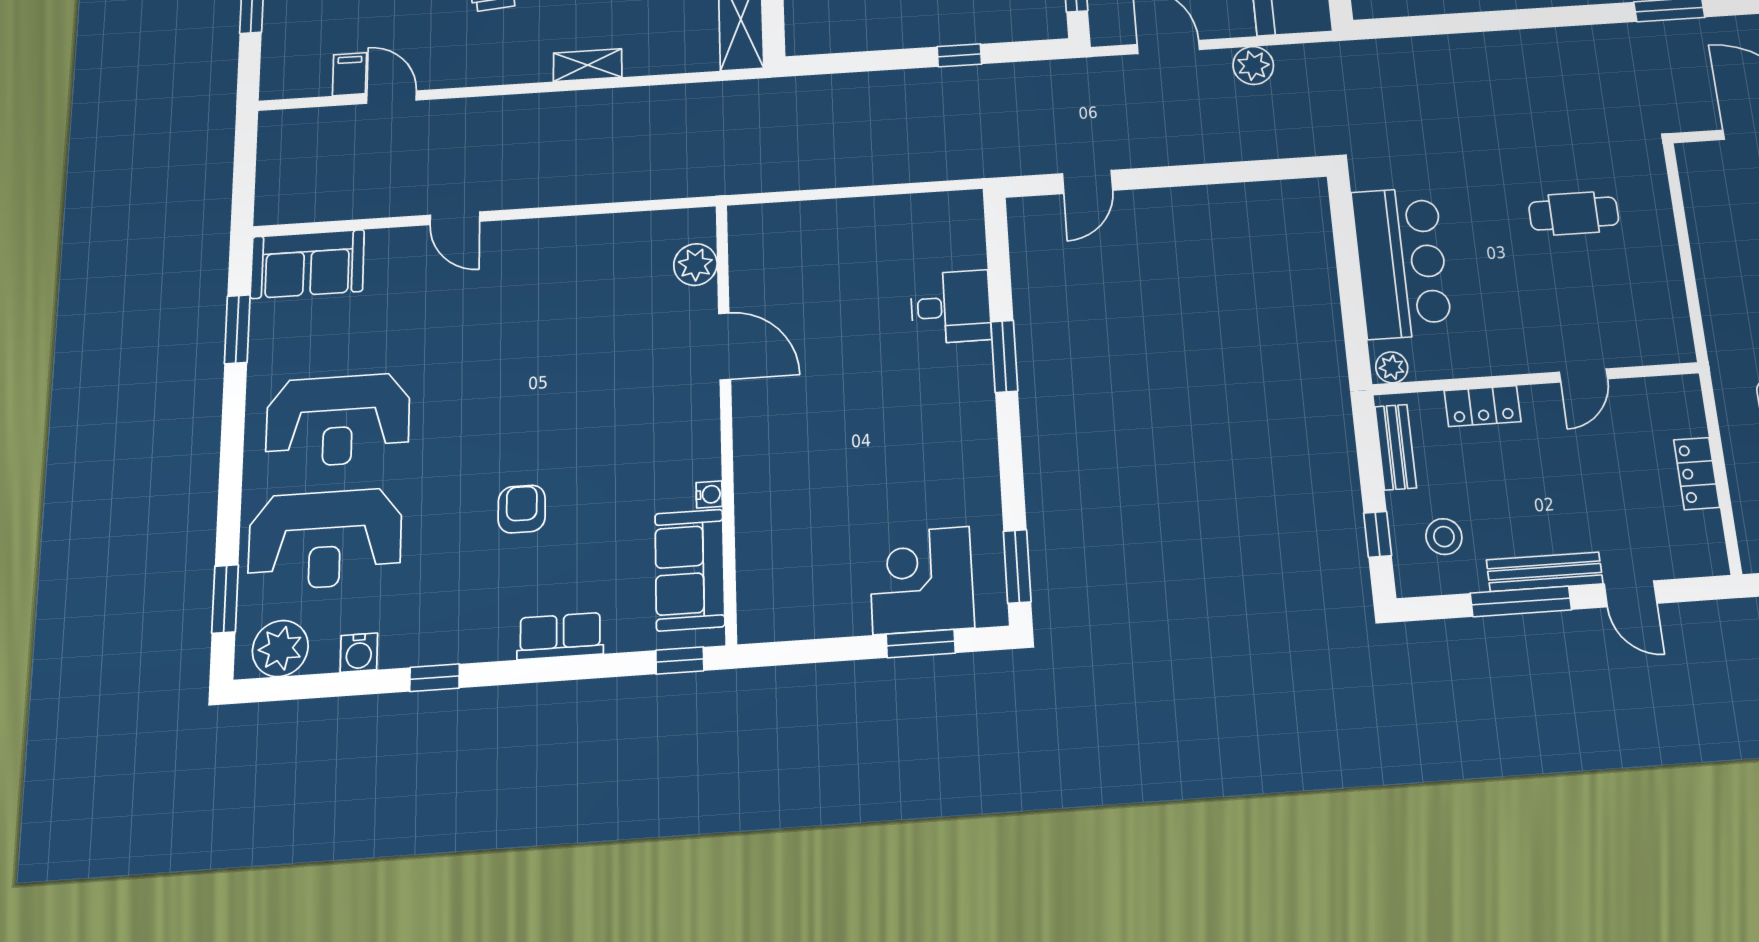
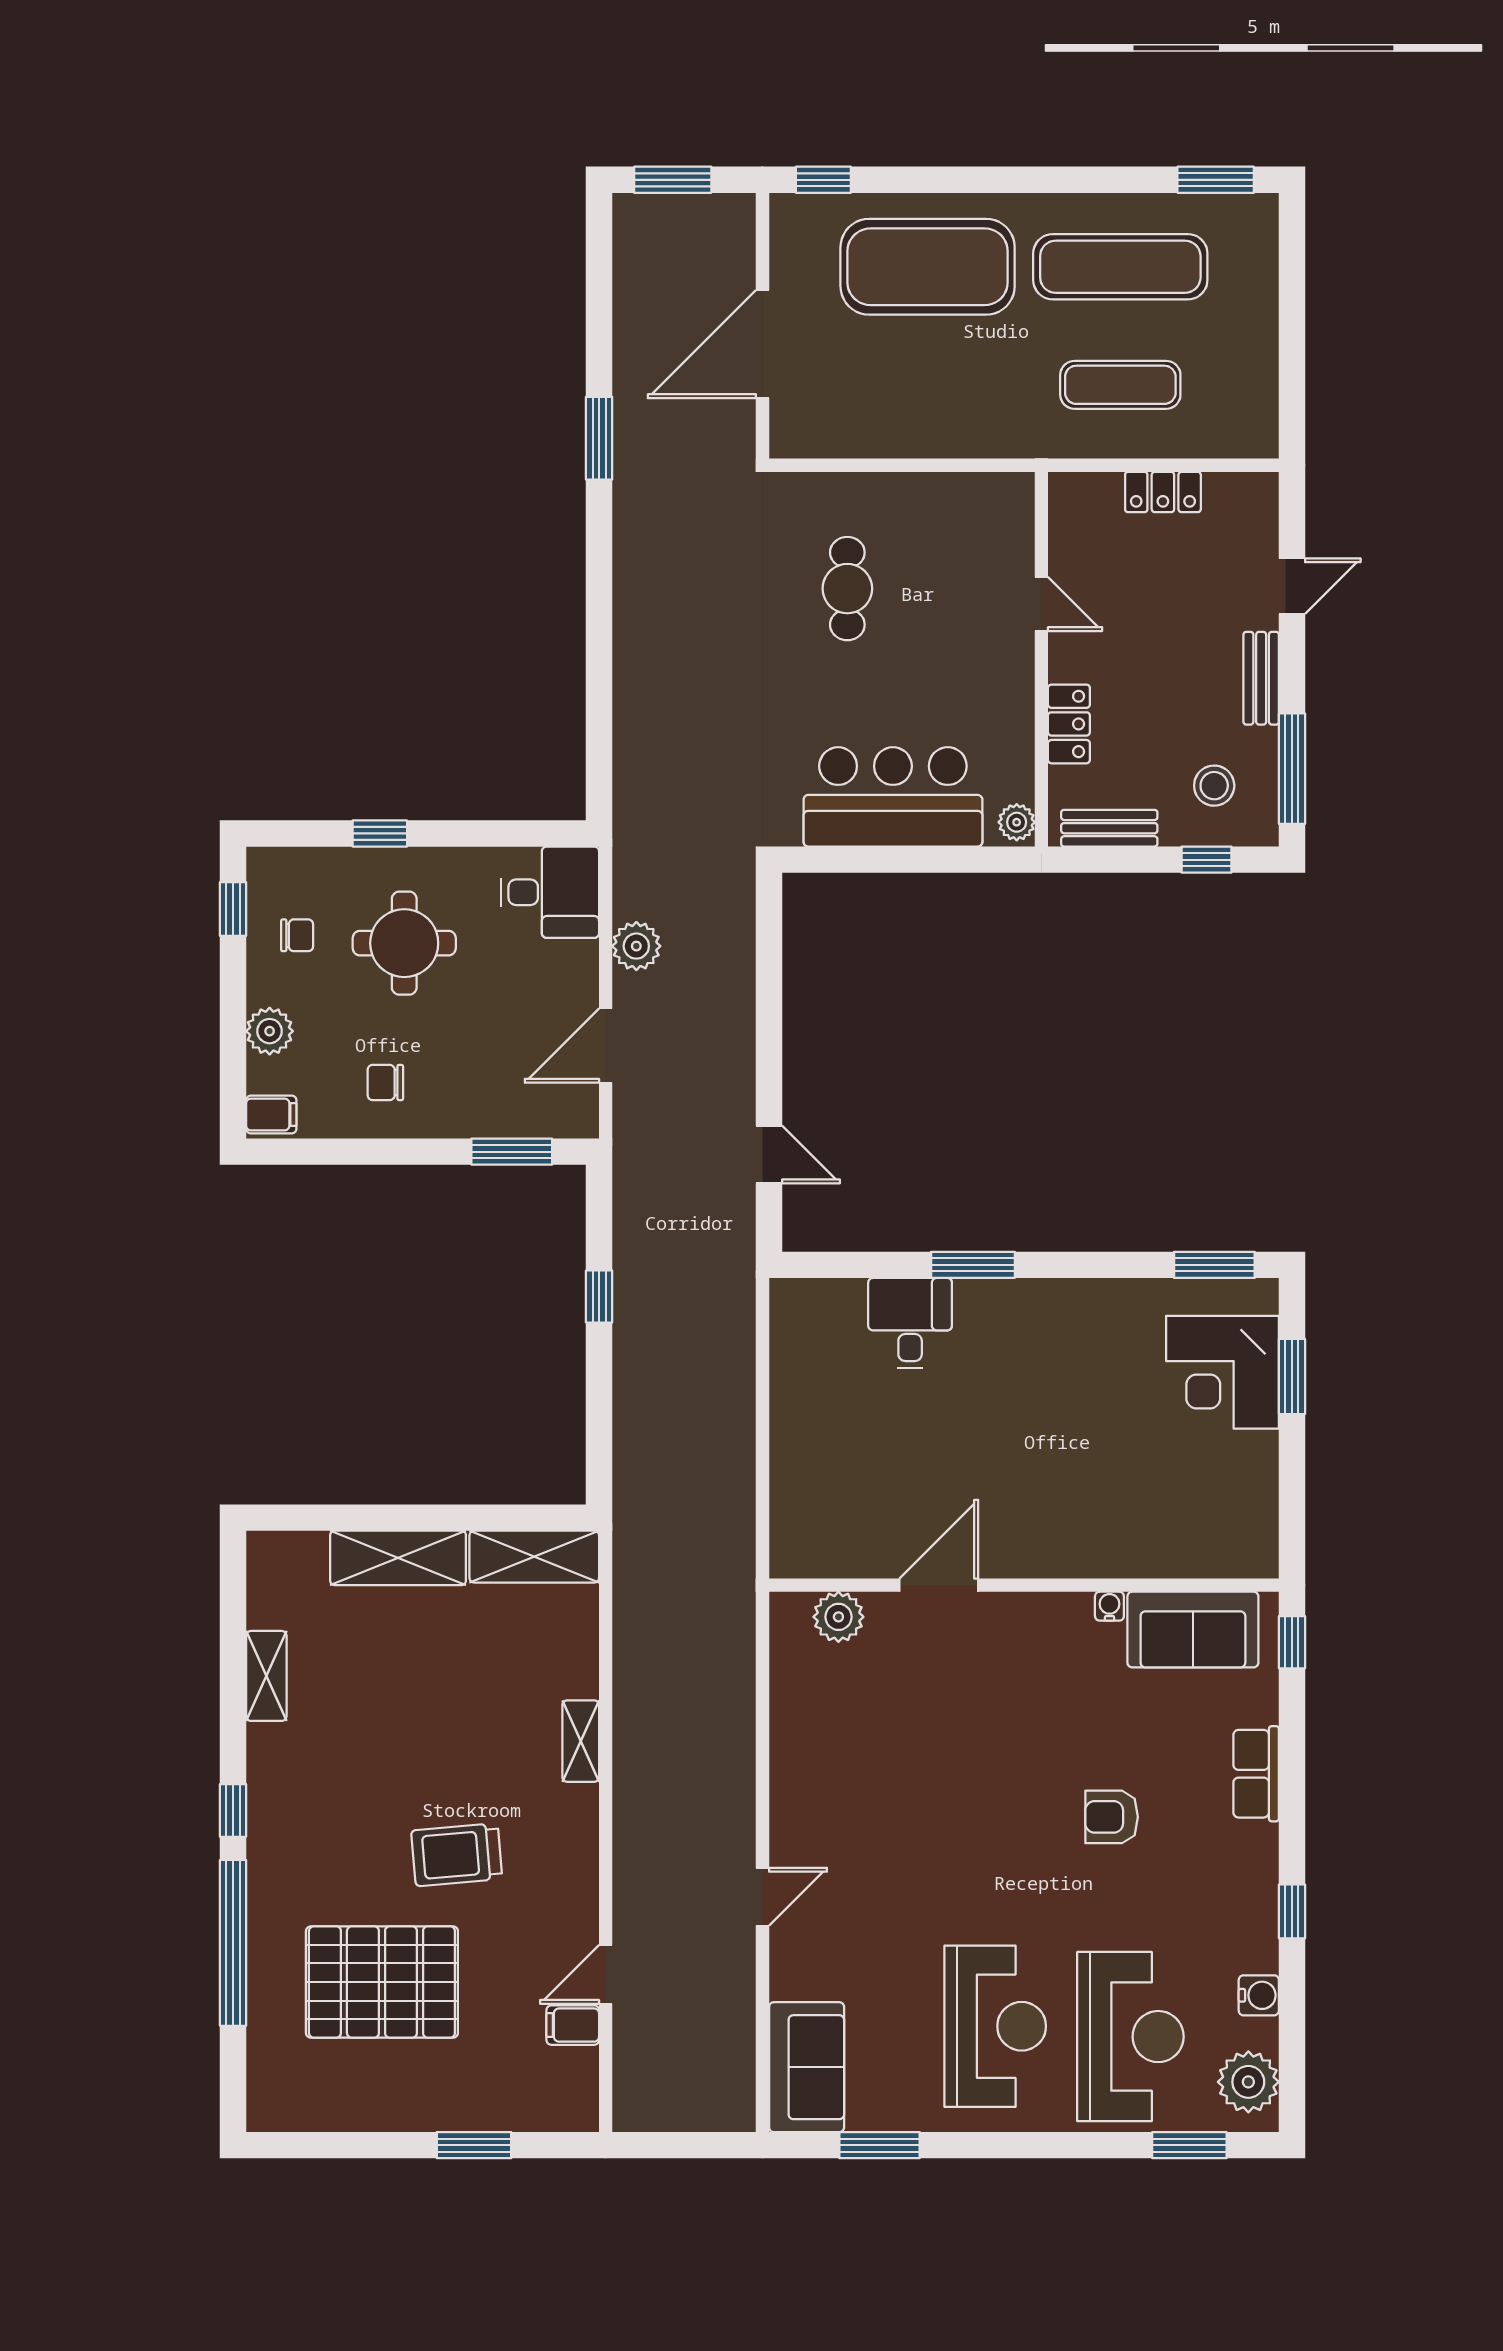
bench: (1545, 572) -> (1261, 678), width x0.73
window: (1521, 601) -> (1292, 769), moved

